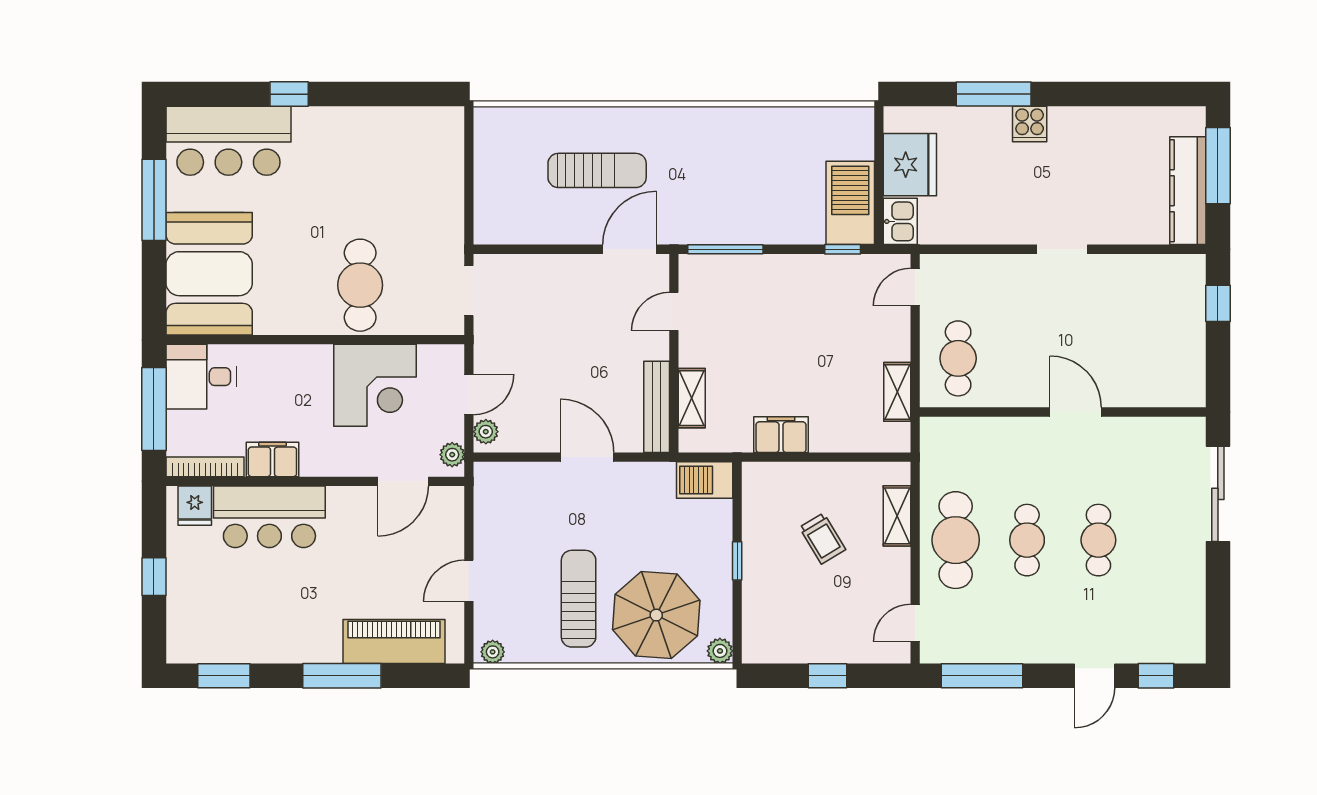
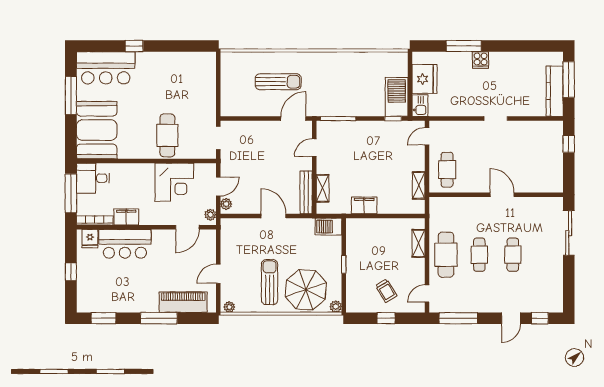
trolley: (822, 538) -> (386, 291), moved

